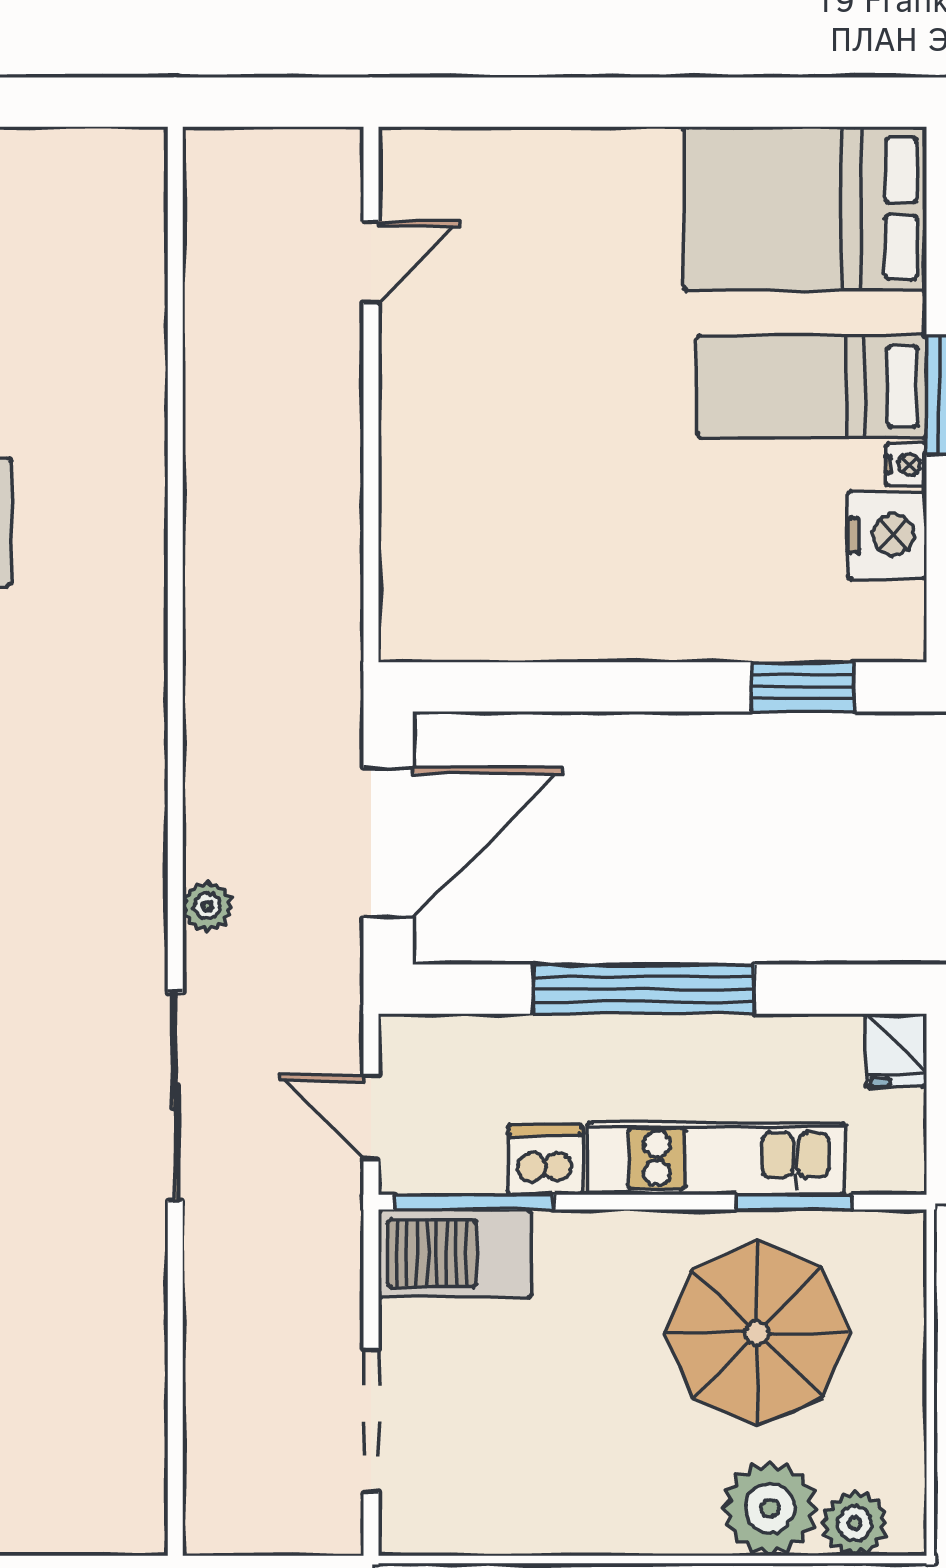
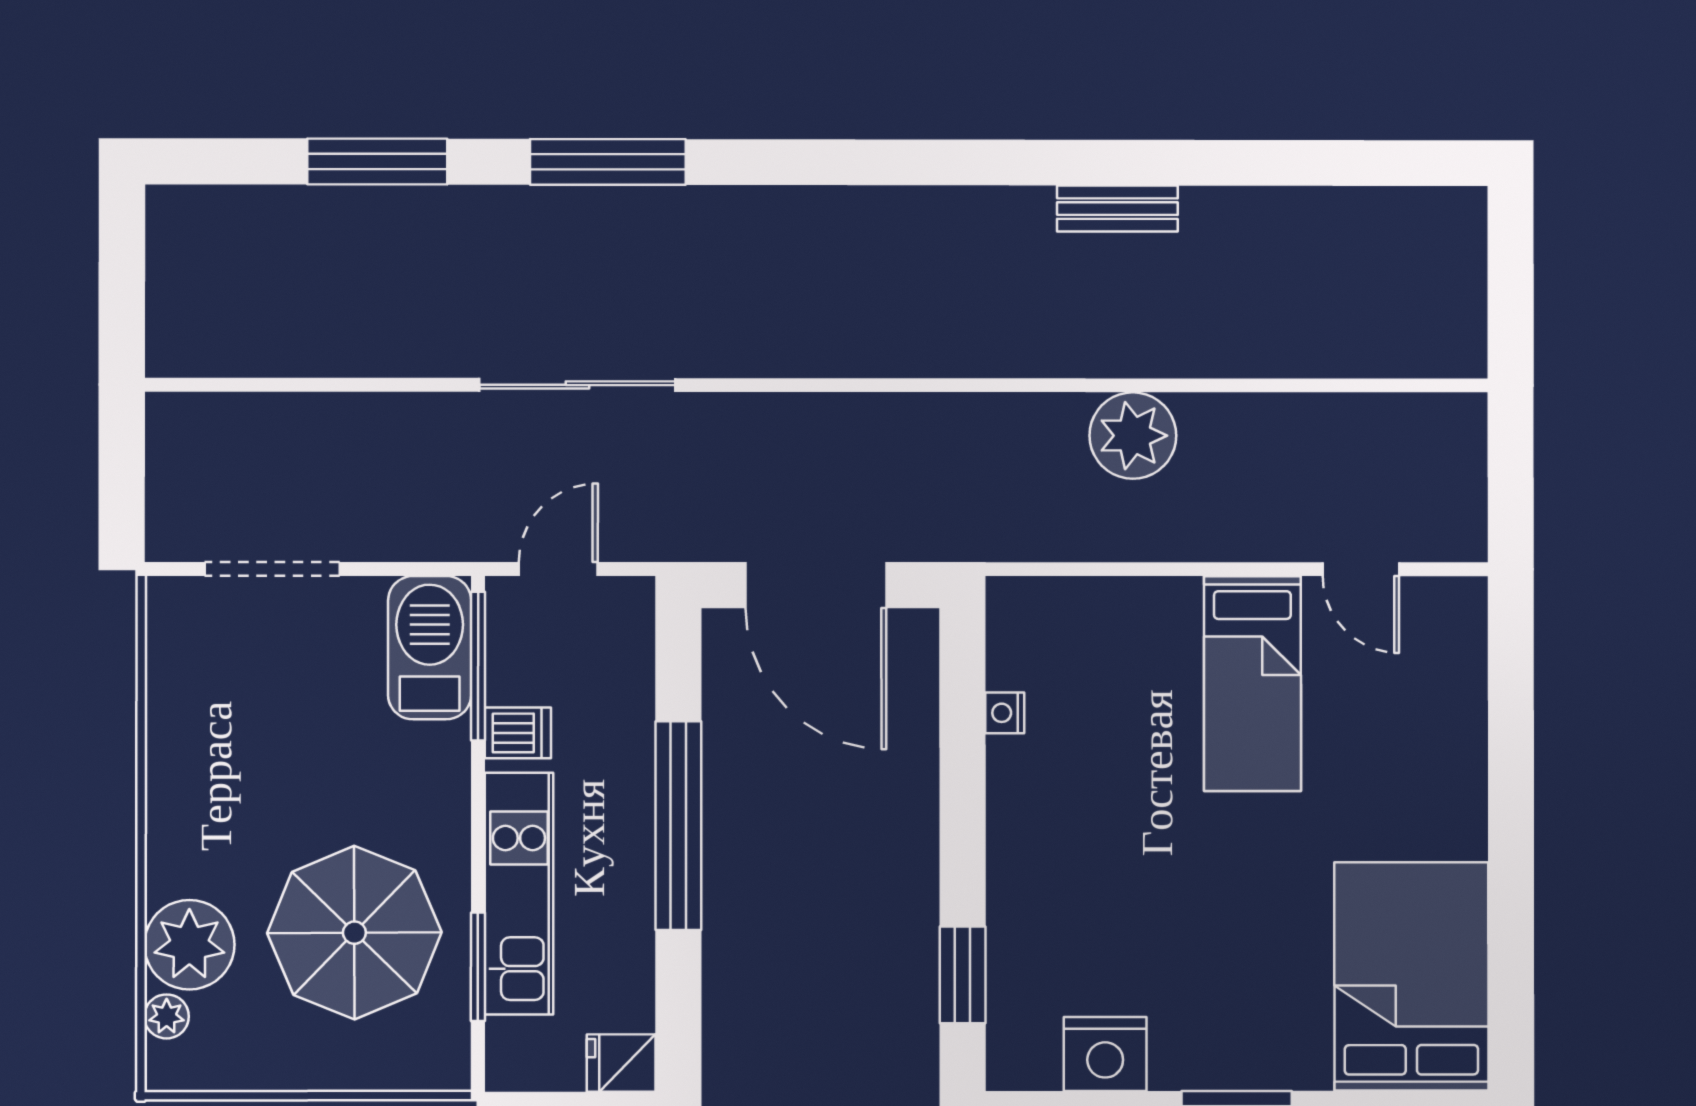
bed: (812, 386) -> (1252, 684), moved, turned 180
nightstand: (906, 465) -> (1005, 713), moved, turned 90
plant: (207, 906) -> (1133, 436), moved, width x1.88, depth x1.88
dishwasher: (545, 1160) -> (518, 733), width x0.73
plant: (855, 1523) -> (167, 1016), width x0.73, depth x0.73

